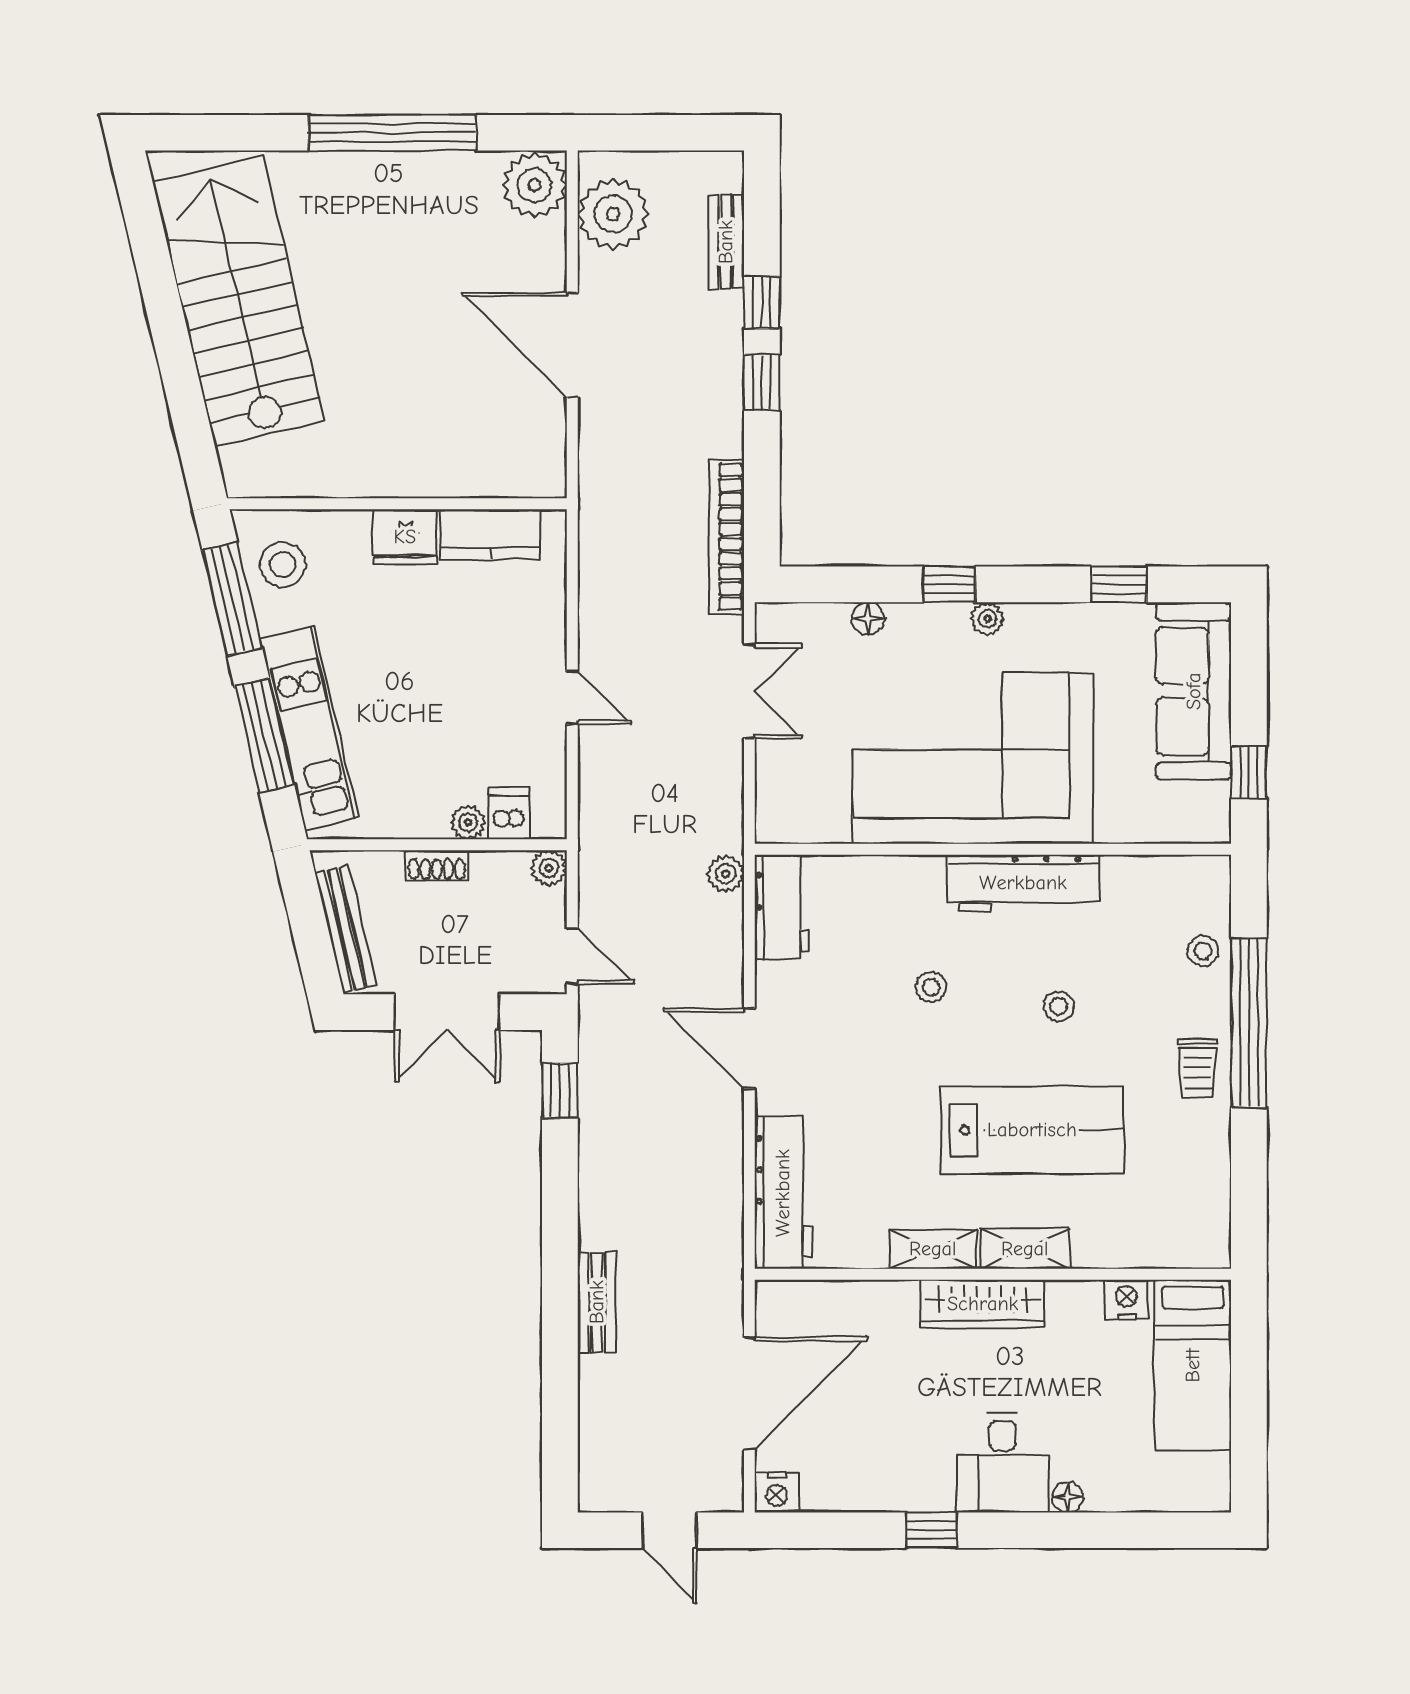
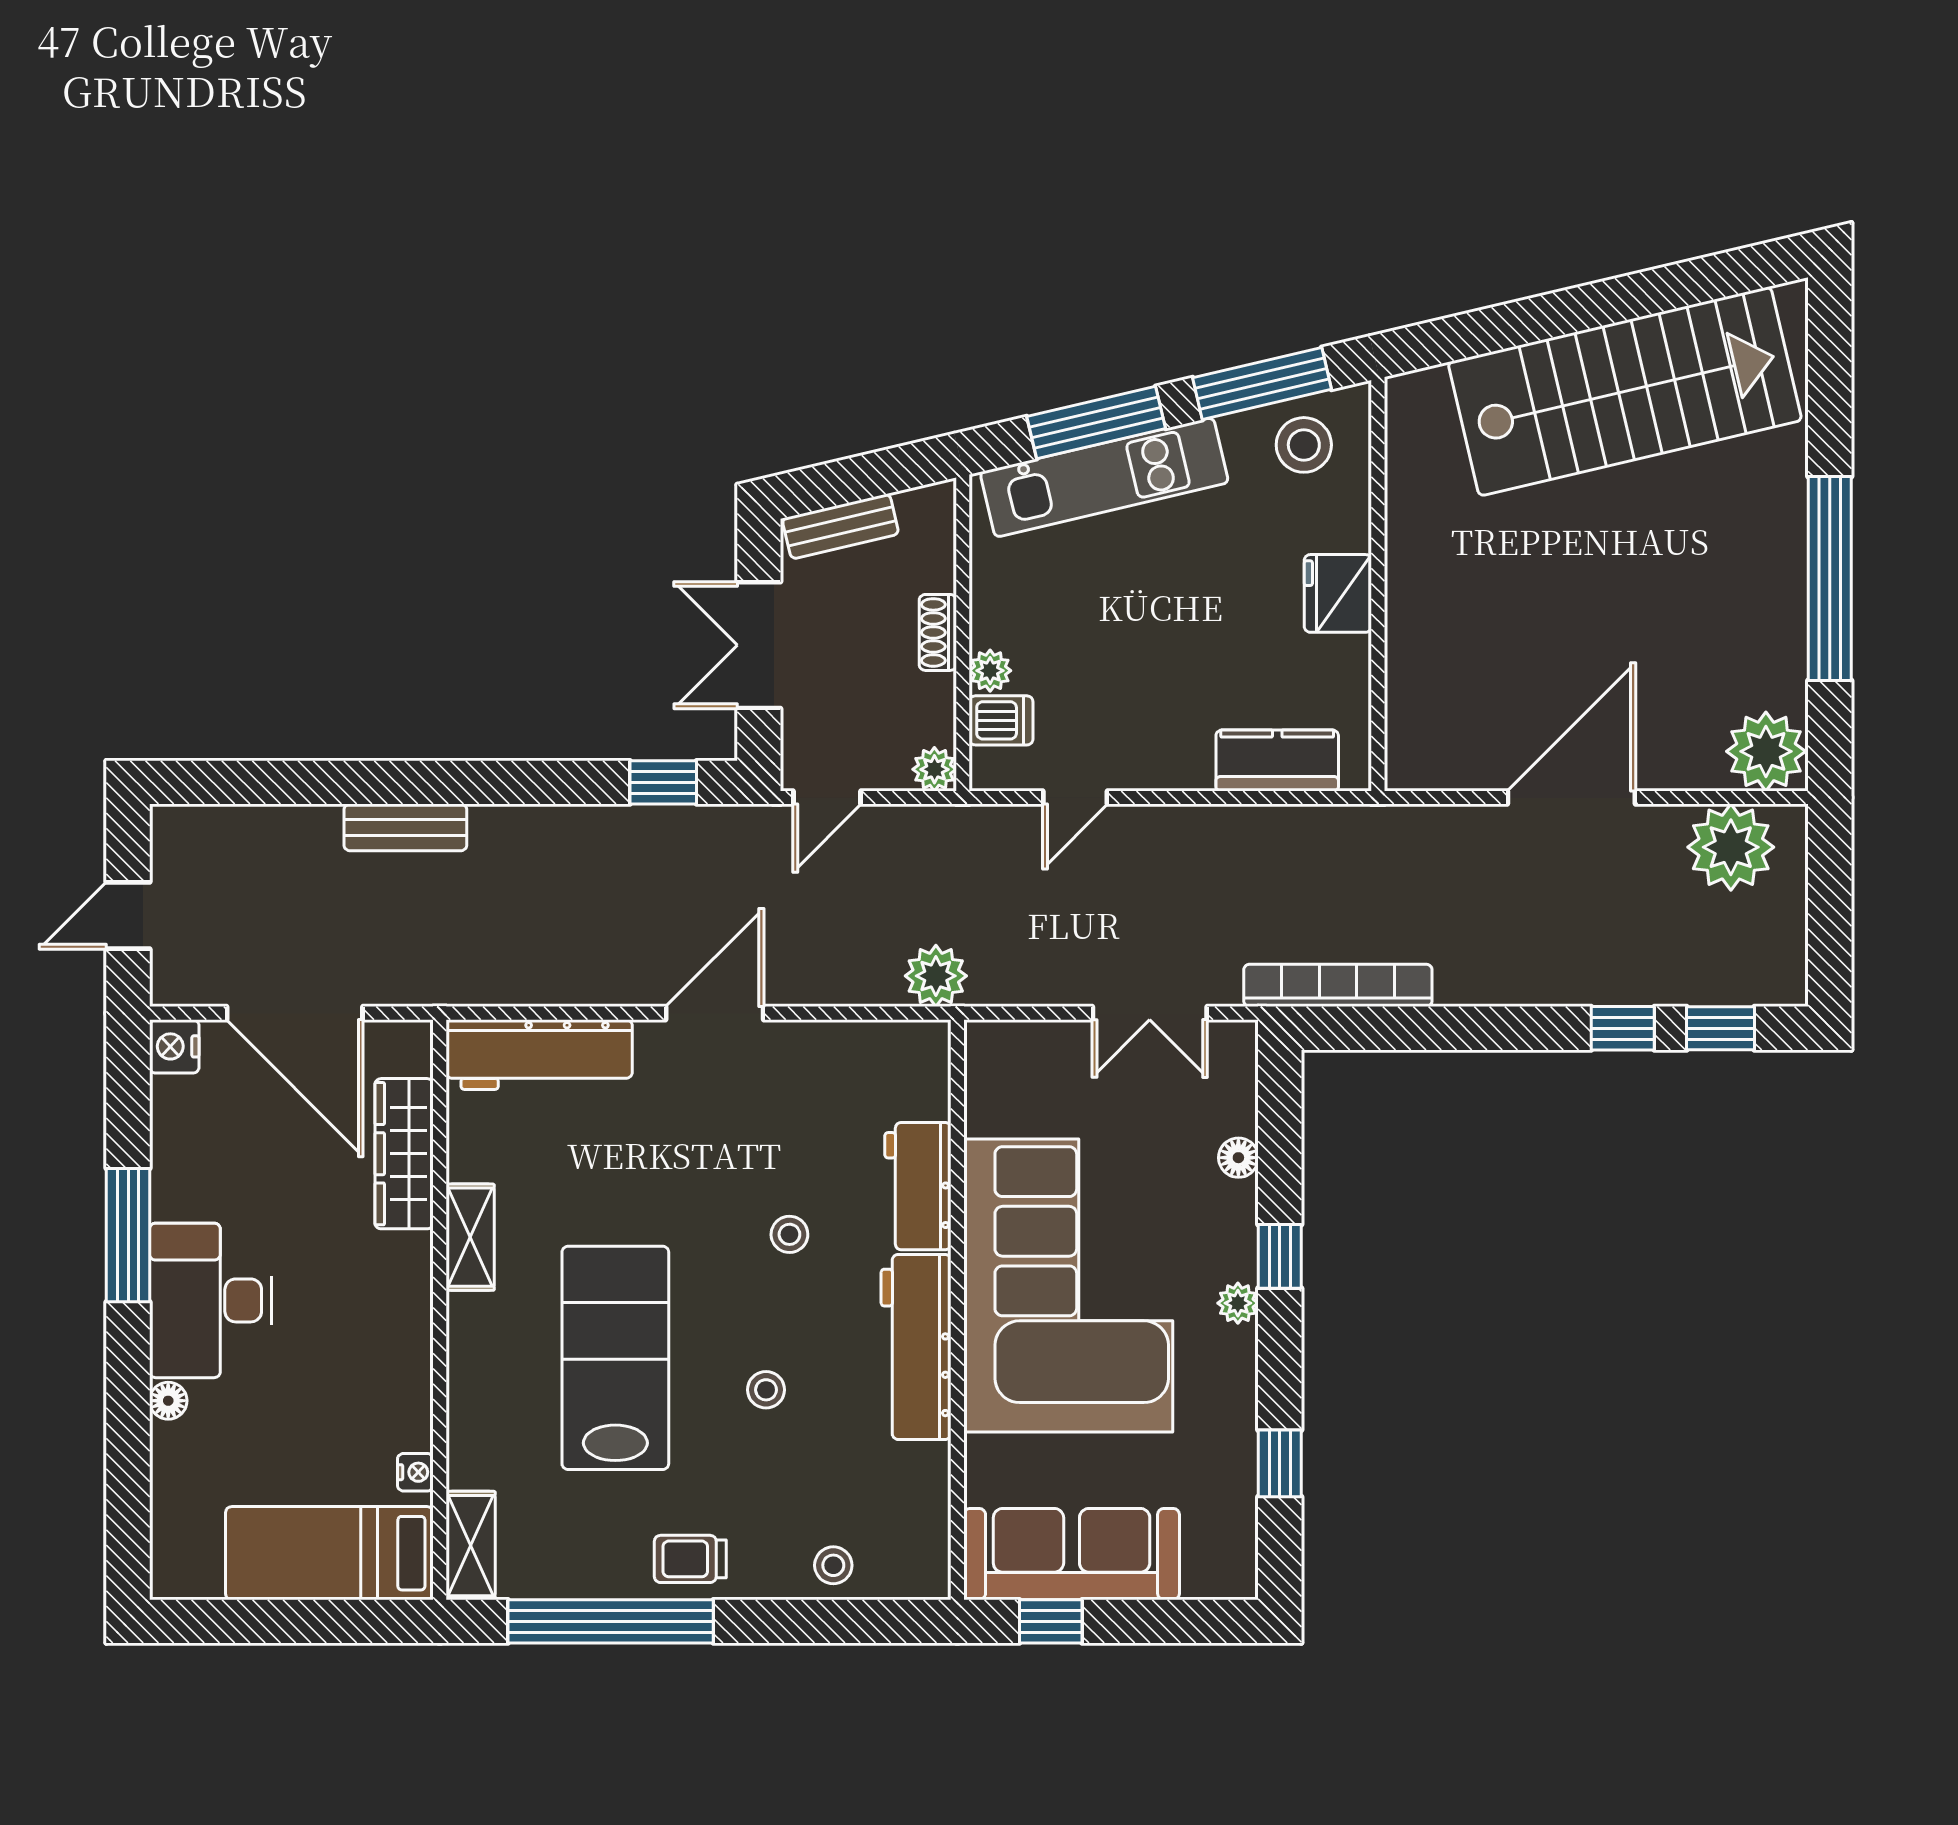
bench: (726, 242) -> (1697, 985), removed
window: (762, 382) -> (1721, 1028), moved
kitchen counter: (490, 534) -> (1277, 760), moved, turned 90
sofa: (1194, 691) -> (1072, 1554), moved
door: (572, 697) -> (1075, 798), moved
plant: (726, 874) -> (936, 976), width x1.38, depth x1.38
workbench: (782, 907) -> (918, 1186), moved, turned 90
bench: (346, 929) -> (840, 526), width x0.73
window: (1249, 1023) -> (611, 1621), moved
lab bench: (1032, 1130) -> (615, 1358), turned 180
shelving: (1025, 1249) -> (471, 1546), moved
nightstand: (1126, 1299) -> (415, 1472), width x0.72, depth x0.74
wardrobe: (983, 1304) -> (404, 1154), moved
desk: (1003, 1463) -> (210, 1300), width x1.37
window: (932, 1530) -> (128, 1235), width x2.17

